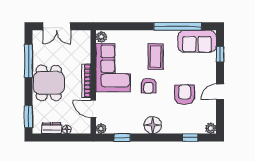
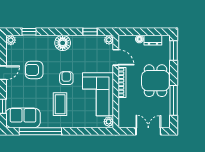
armchair: (185, 95) -> (34, 70), turned 90

